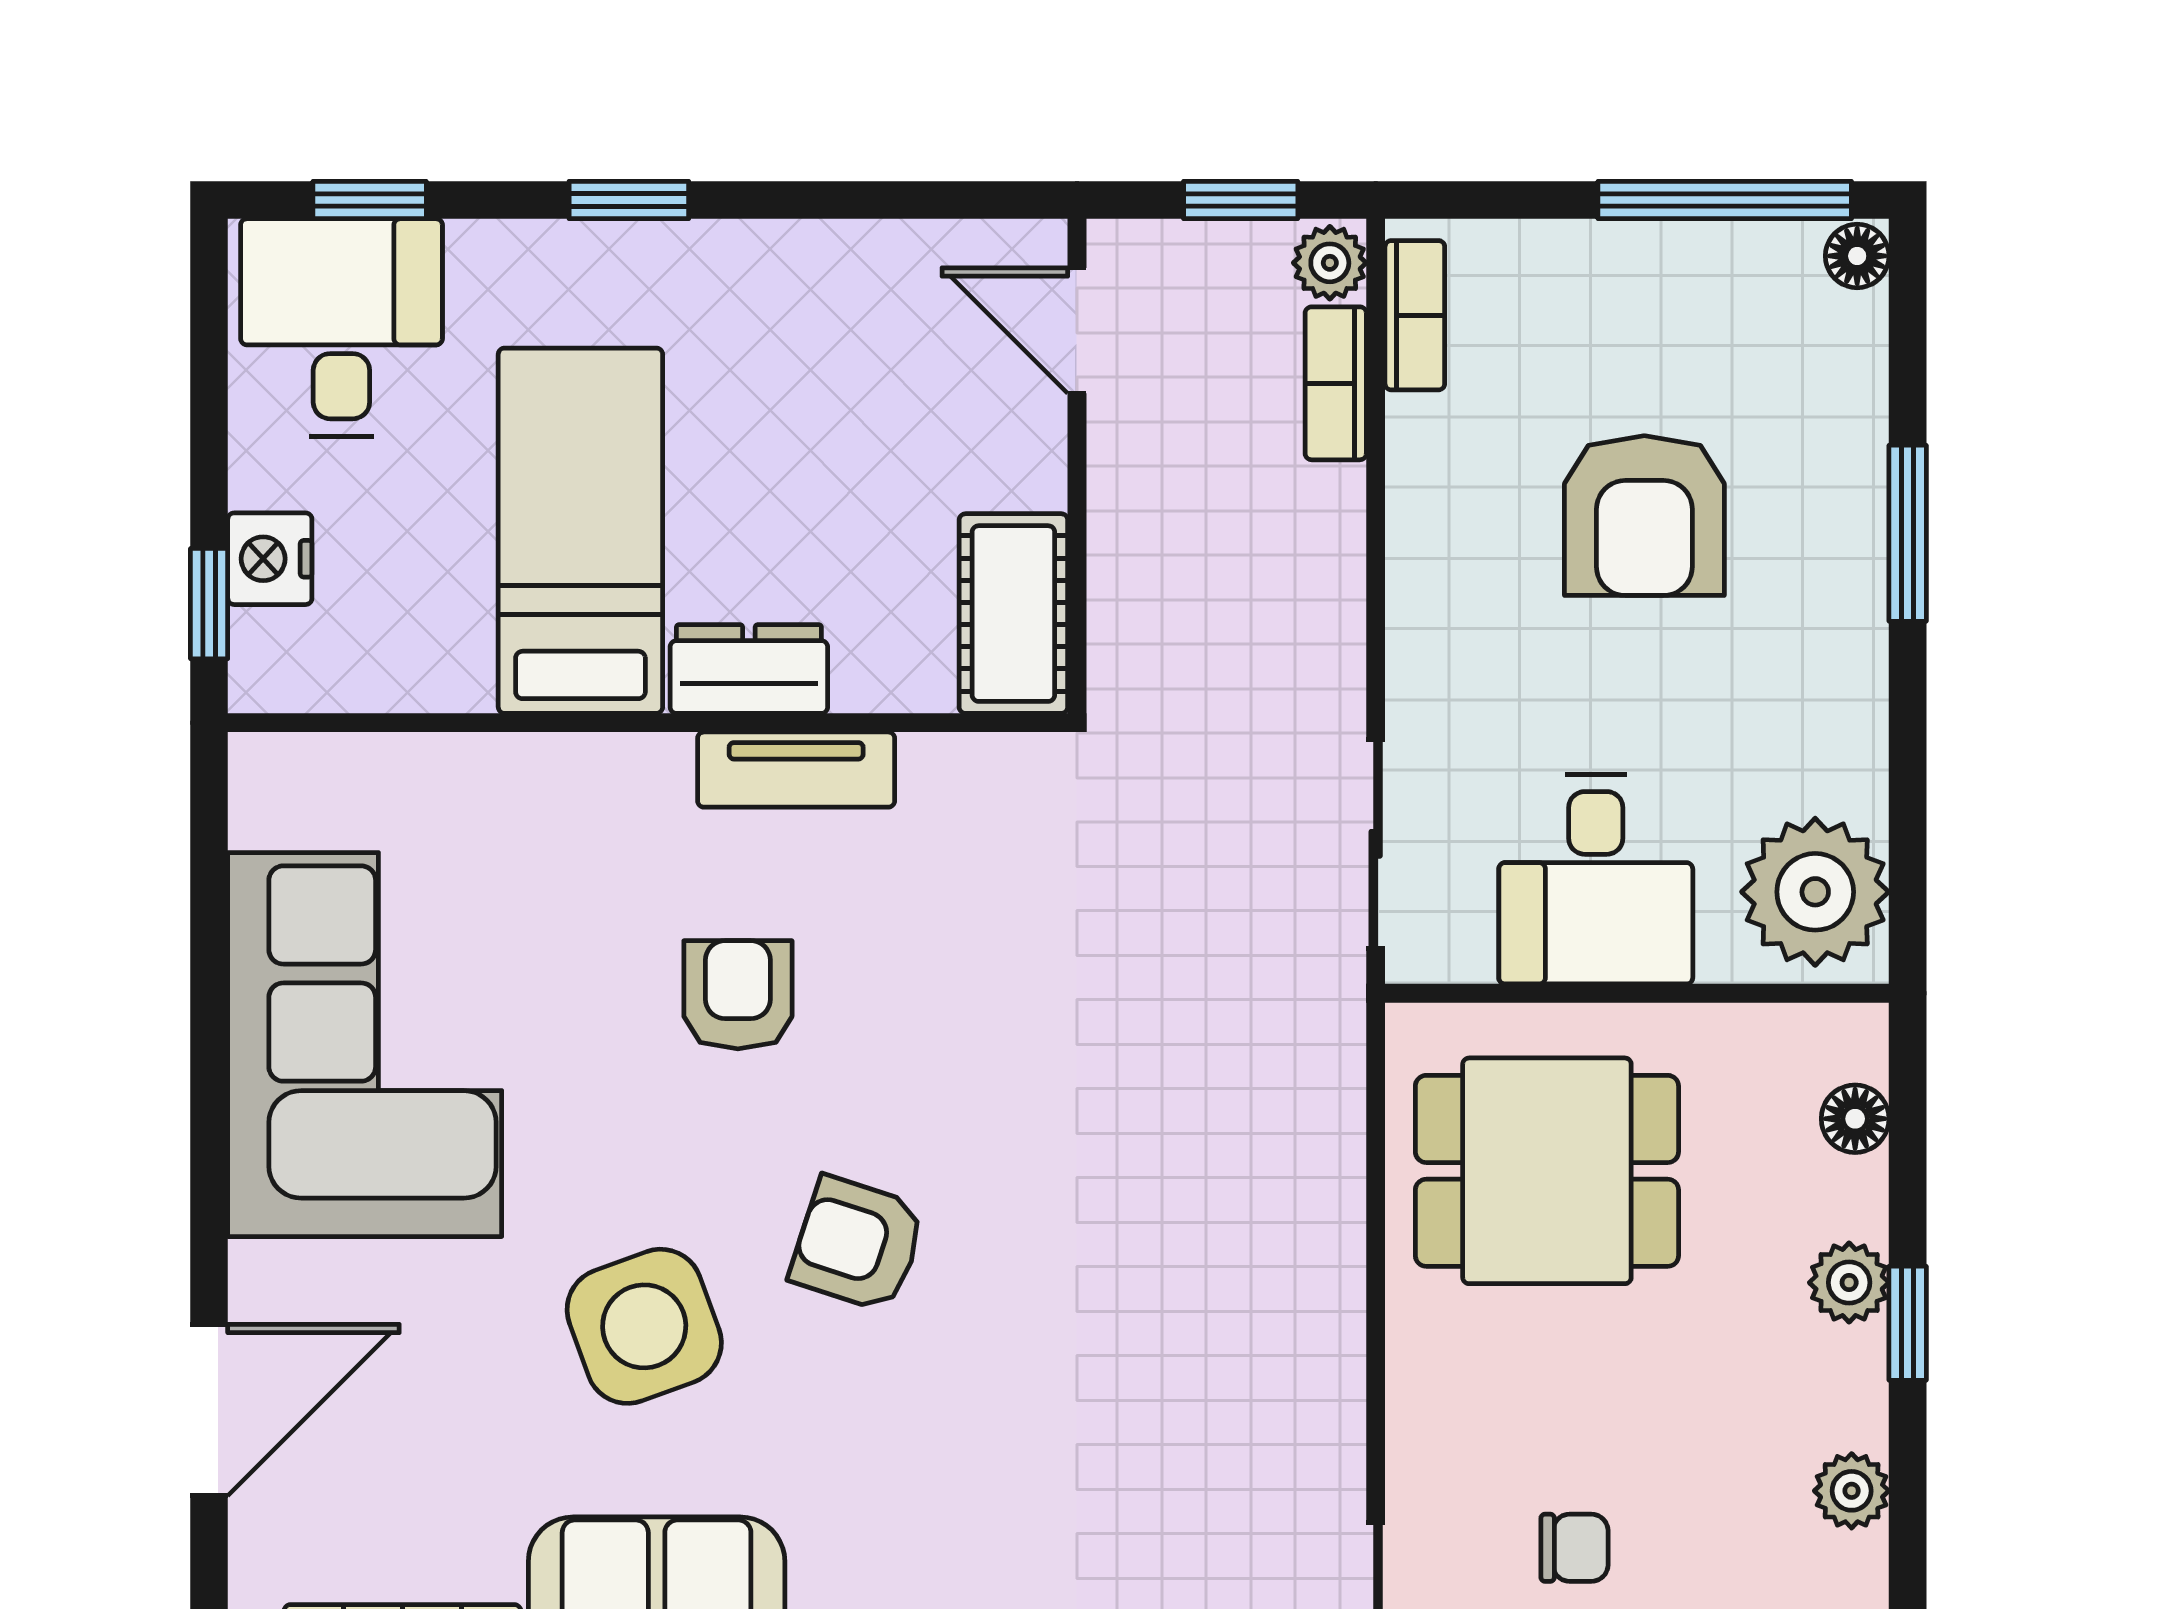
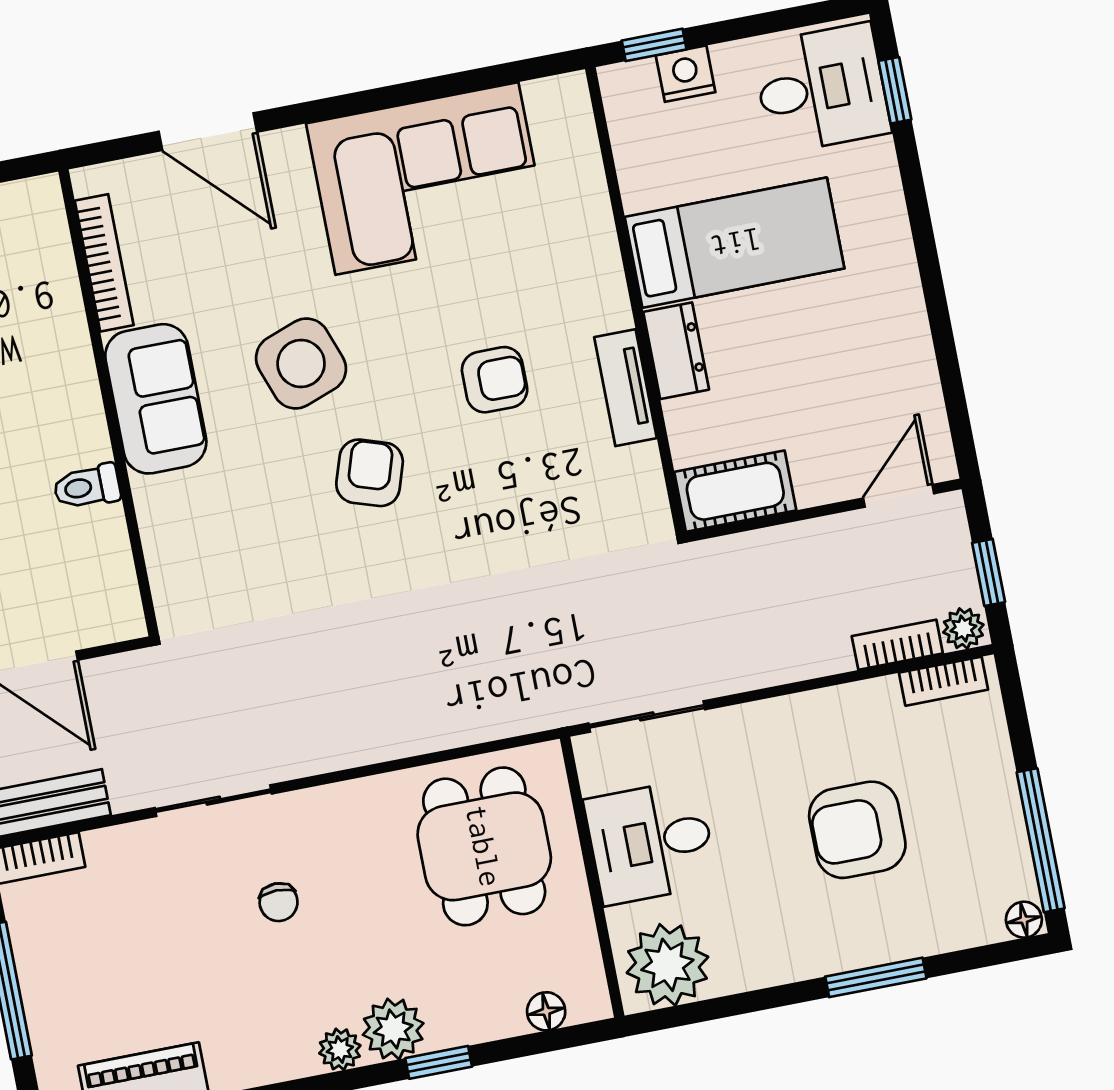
window: (629, 200) -> (923, 234), removed
plant: (1849, 1283) -> (393, 1029), moved, width x1.38, depth x1.38

